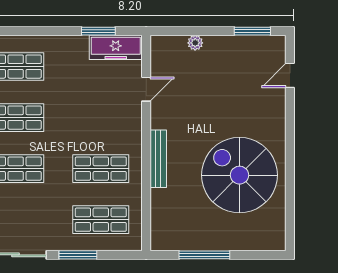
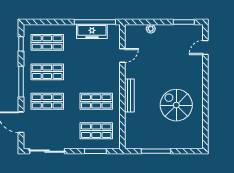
window: (98, 31) -> (95, 22), width x2.11
freezer: (116, 47) -> (92, 31), moved
spiral stairs: (239, 175) -> (176, 105), width x0.73, depth x0.73
window: (78, 255) -> (95, 151), moved

